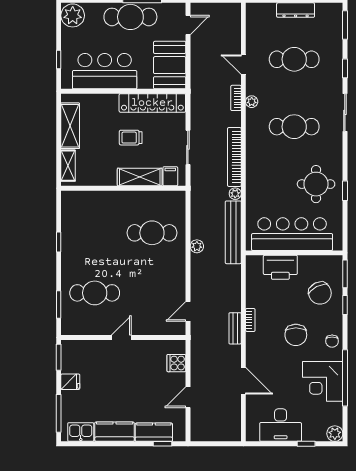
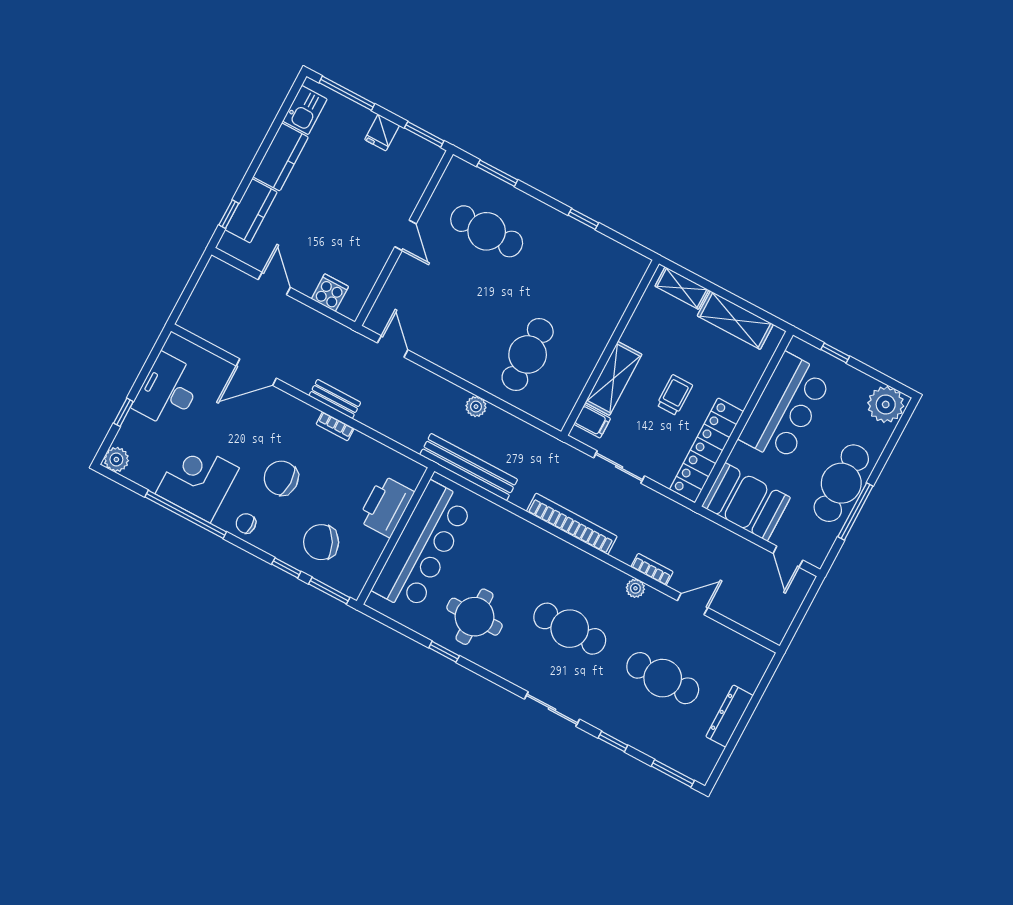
cafe table: (294, 59) -> (663, 678), turned 90
cafe table: (294, 127) -> (570, 629), turned 90
plant: (235, 194) -> (521, 498), removed
cafe table: (95, 293) -> (487, 231), turned 90

